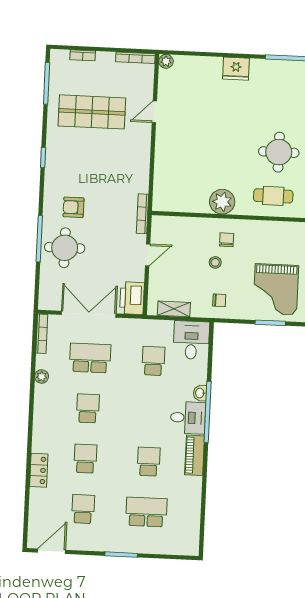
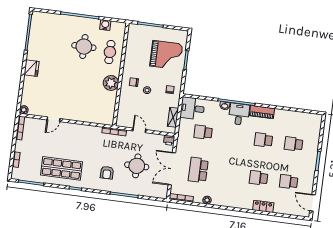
shop shelf: (92, 112) -> (62, 168), moved, turned 90
door: (154, 112) -> (53, 119), hinge flipped
round table: (65, 248) -> (137, 166), moved
printer: (132, 298) -> (169, 140), width x0.53, depth x0.68
school desk: (88, 408) -> (228, 174), removed
school desk: (146, 512) -> (294, 144), width x0.54

